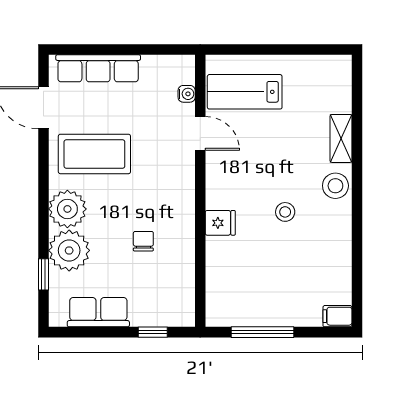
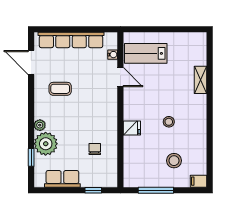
row of seats: (98, 68) -> (71, 40), width x1.36
coffee table: (94, 154) -> (60, 89), width x0.54, depth x0.58
stool: (335, 186) -> (174, 161), moved
plant: (67, 209) -> (40, 125), width x0.53, depth x0.53
chair: (143, 241) -> (95, 149), moved

